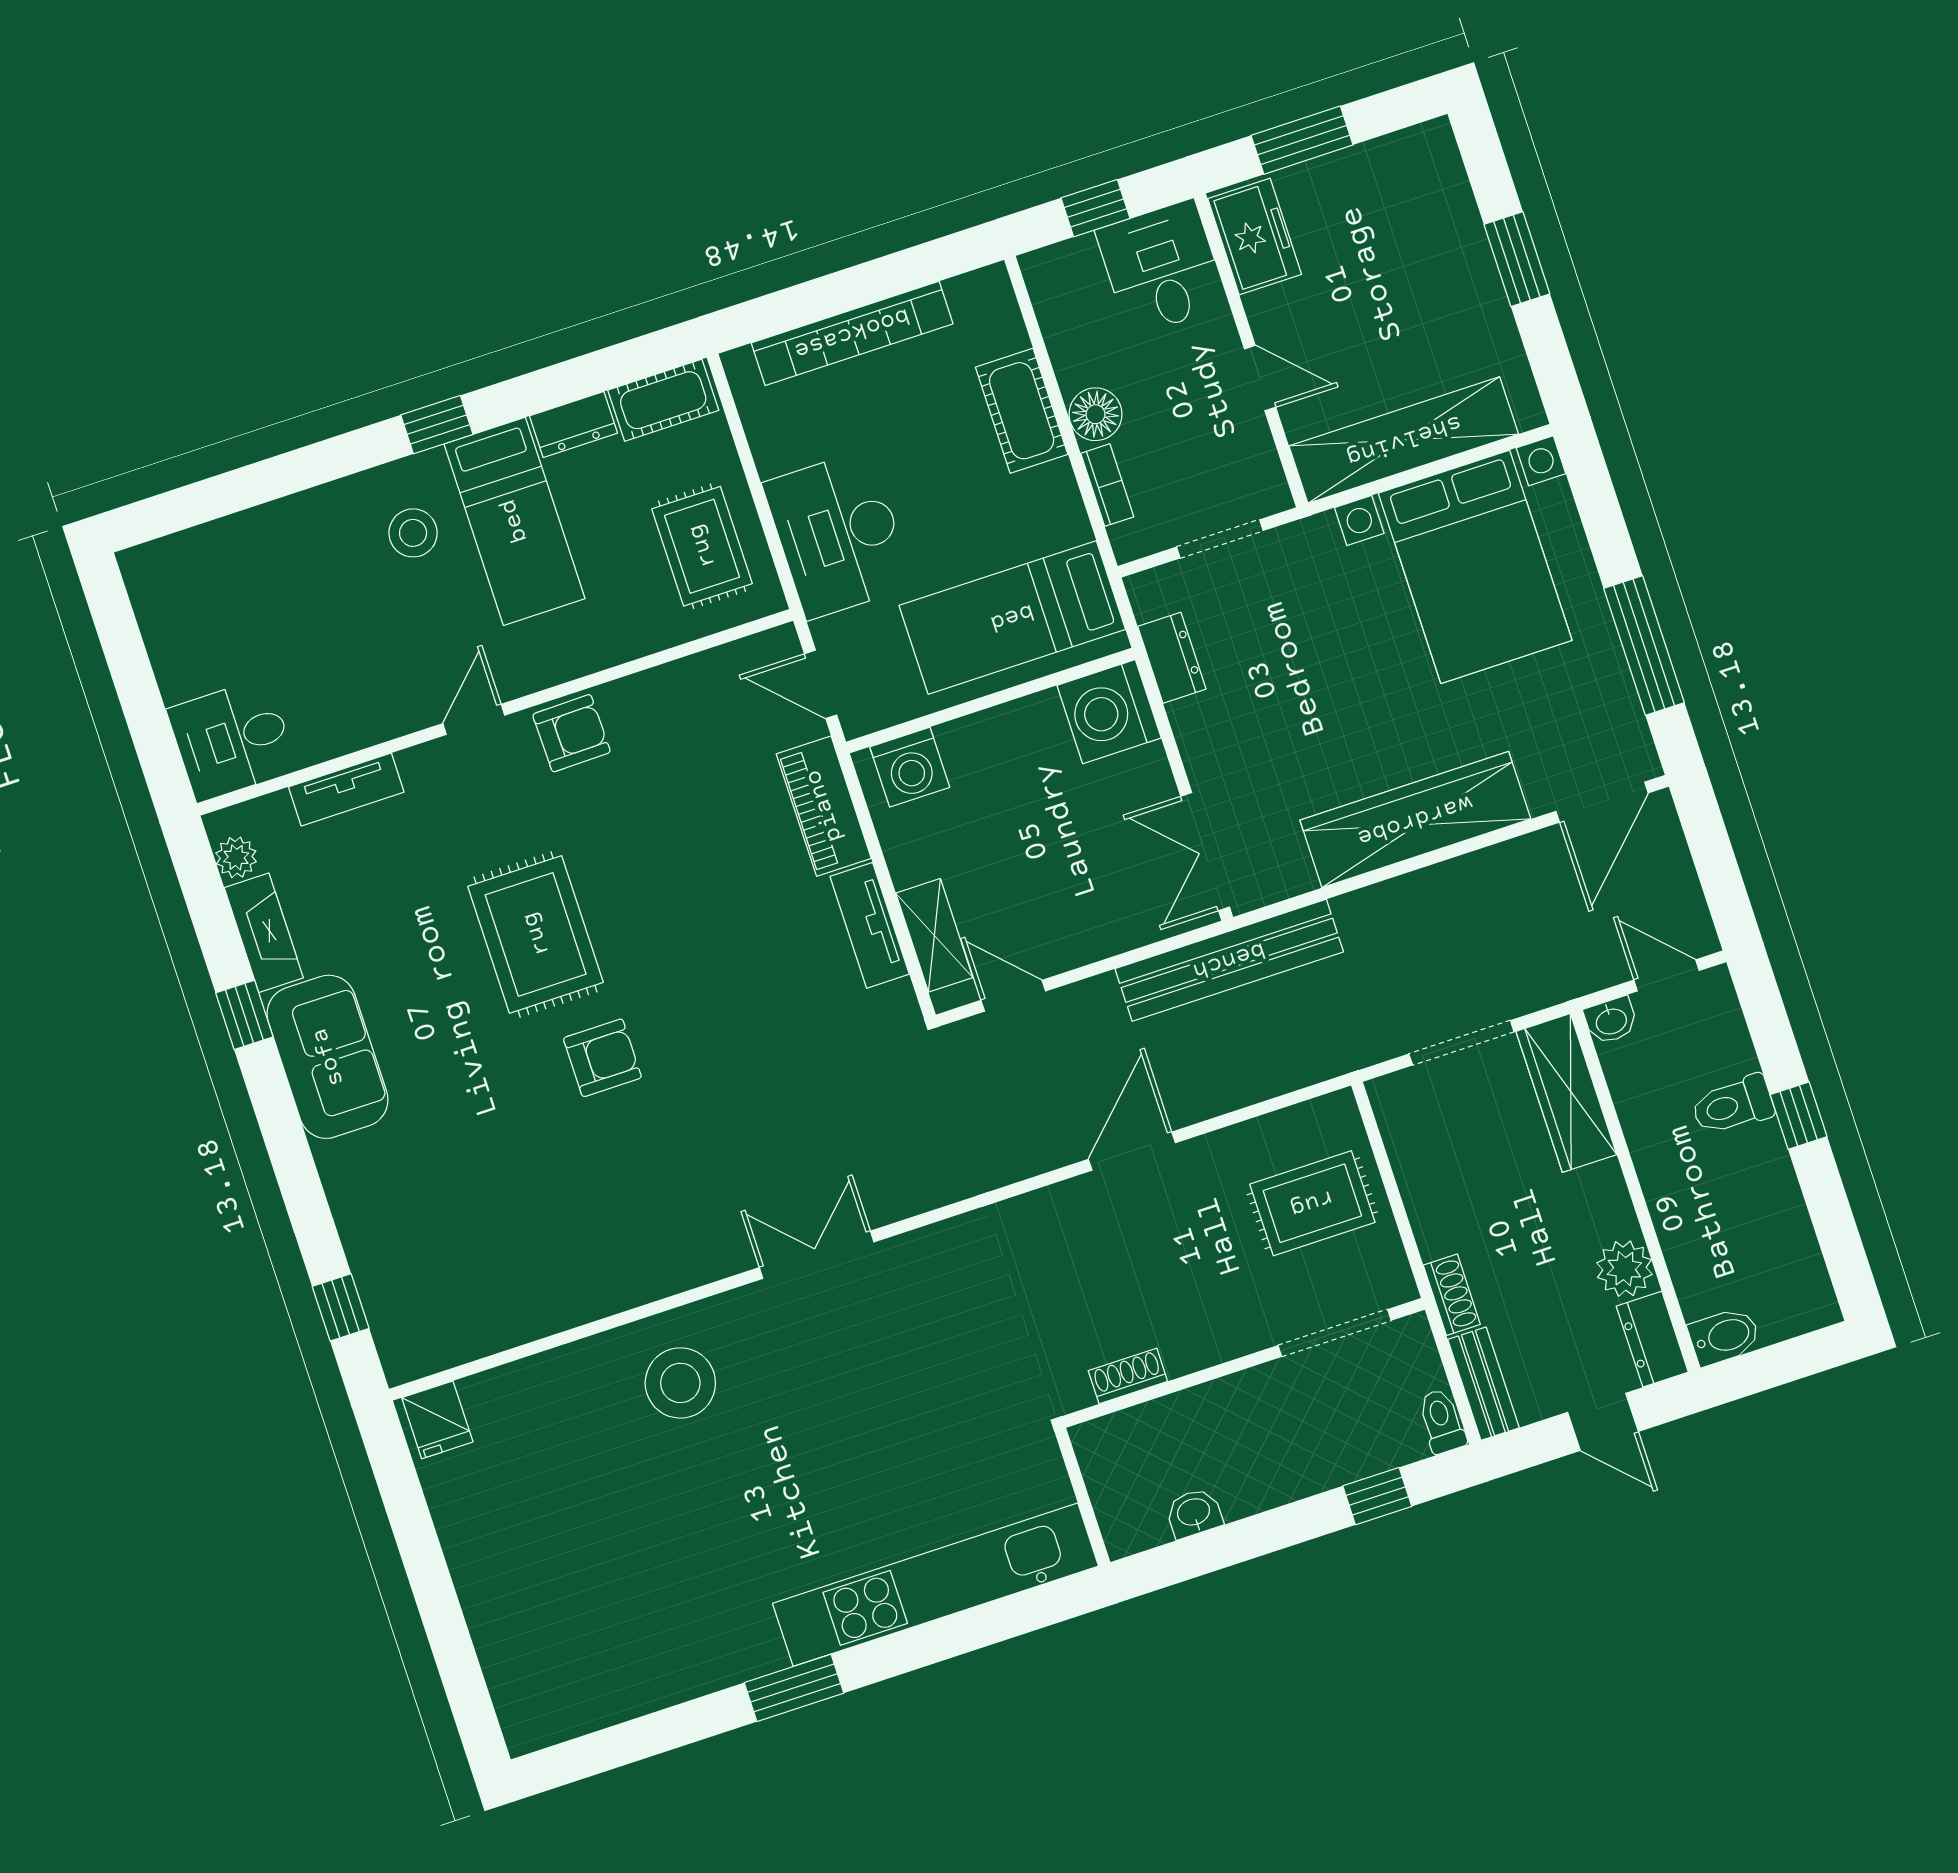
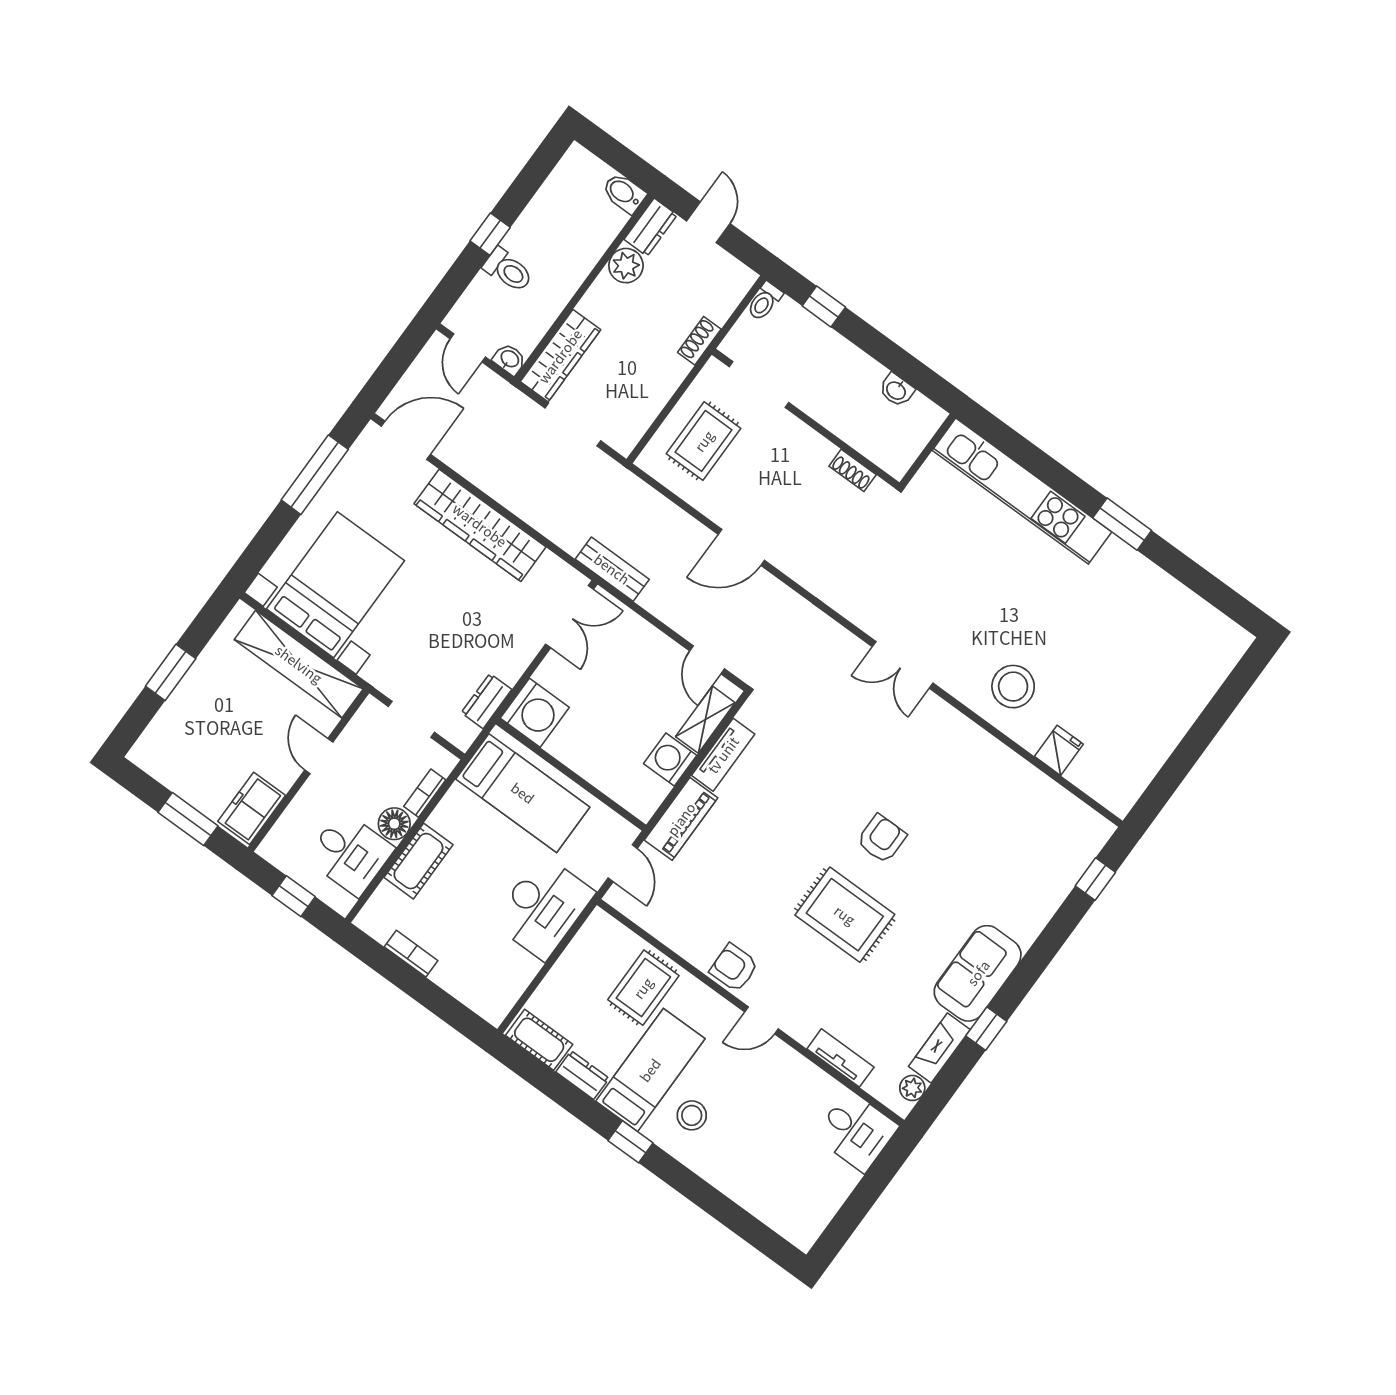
desk: (1162, 268) -> (350, 853), moved, turned -90
bookcase: (852, 333) -> (411, 954), width x0.43, depth x0.76
rug: (702, 546) -> (643, 988), moved
washing machine: (910, 767) -> (670, 759), moved, turned -90
rug: (536, 934) -> (845, 915), turned 90
bench: (1229, 960) -> (612, 569), width x0.54, depth x0.82
armchair: (602, 1058) -> (882, 839), turned 90
rug: (1312, 1203) -> (704, 441), turned 90
bench: (1483, 1384) -> (732, 294), removed
fridge: (437, 1420) -> (1059, 750), moved

